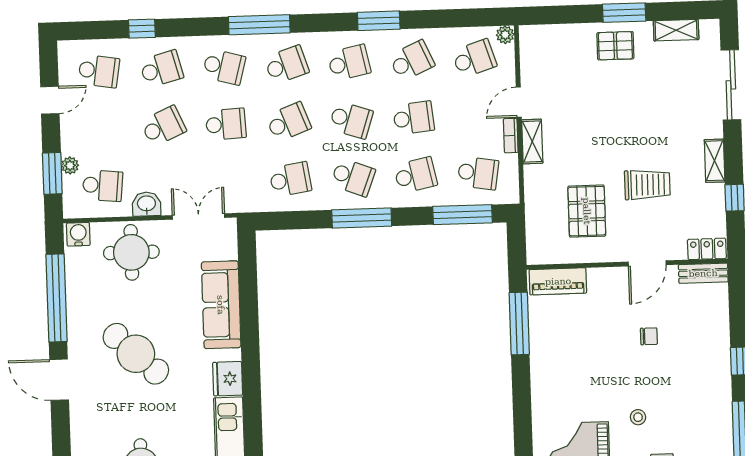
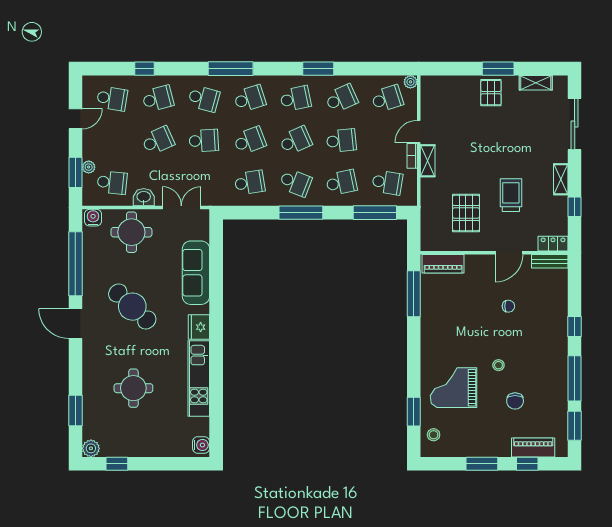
pallet: (615, 46) -> (491, 93), turned 90
school desk: (351, 120) -> (296, 141), turned -42
trolley: (647, 185) -> (511, 195), turned -90

